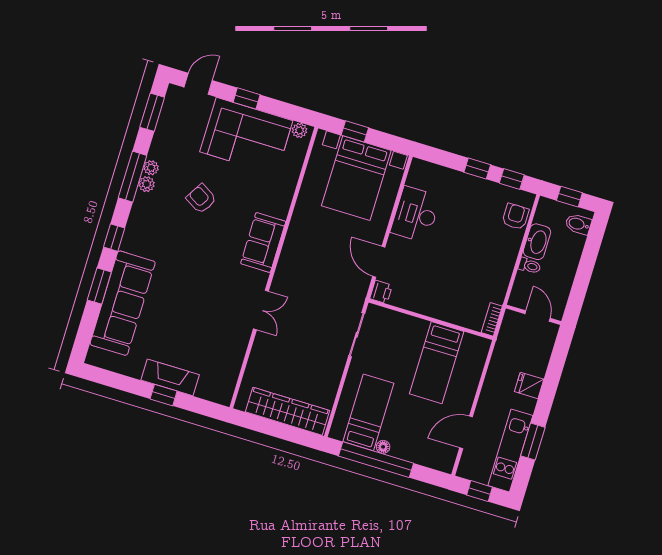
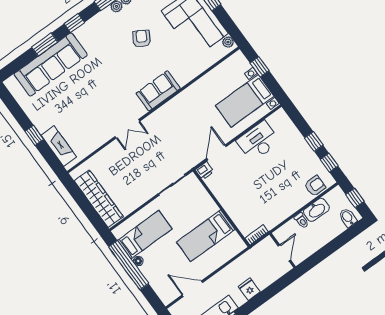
bed with nightstands: (356, 178) -> (245, 101), width x0.73
fireplace: (170, 377) -> (59, 146), moved

